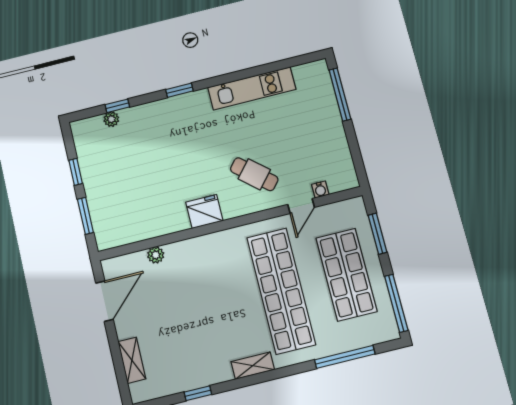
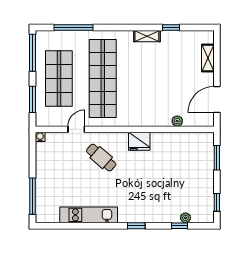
window: (76, 172) -> (217, 202), moved
water cooler: (320, 190) -> (40, 137), moved
shelving: (253, 366) -> (147, 36), moved

